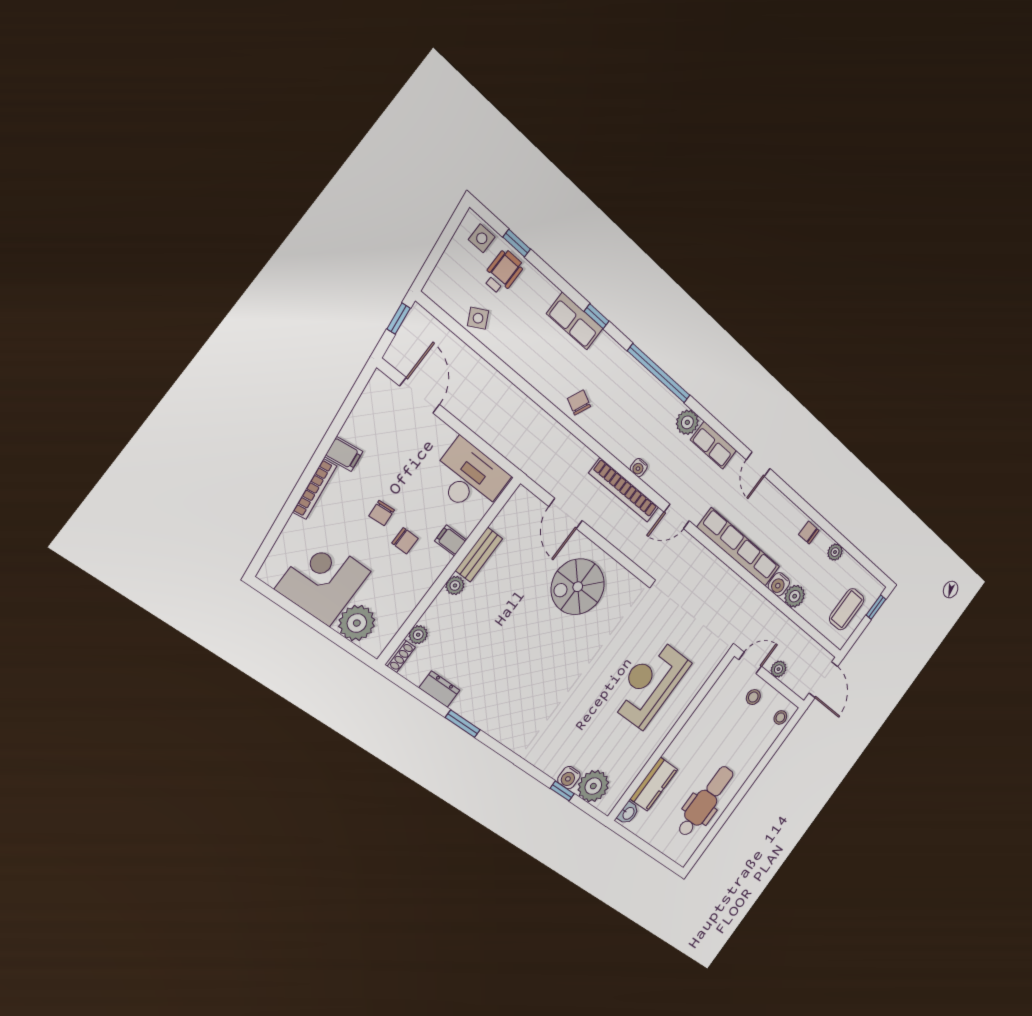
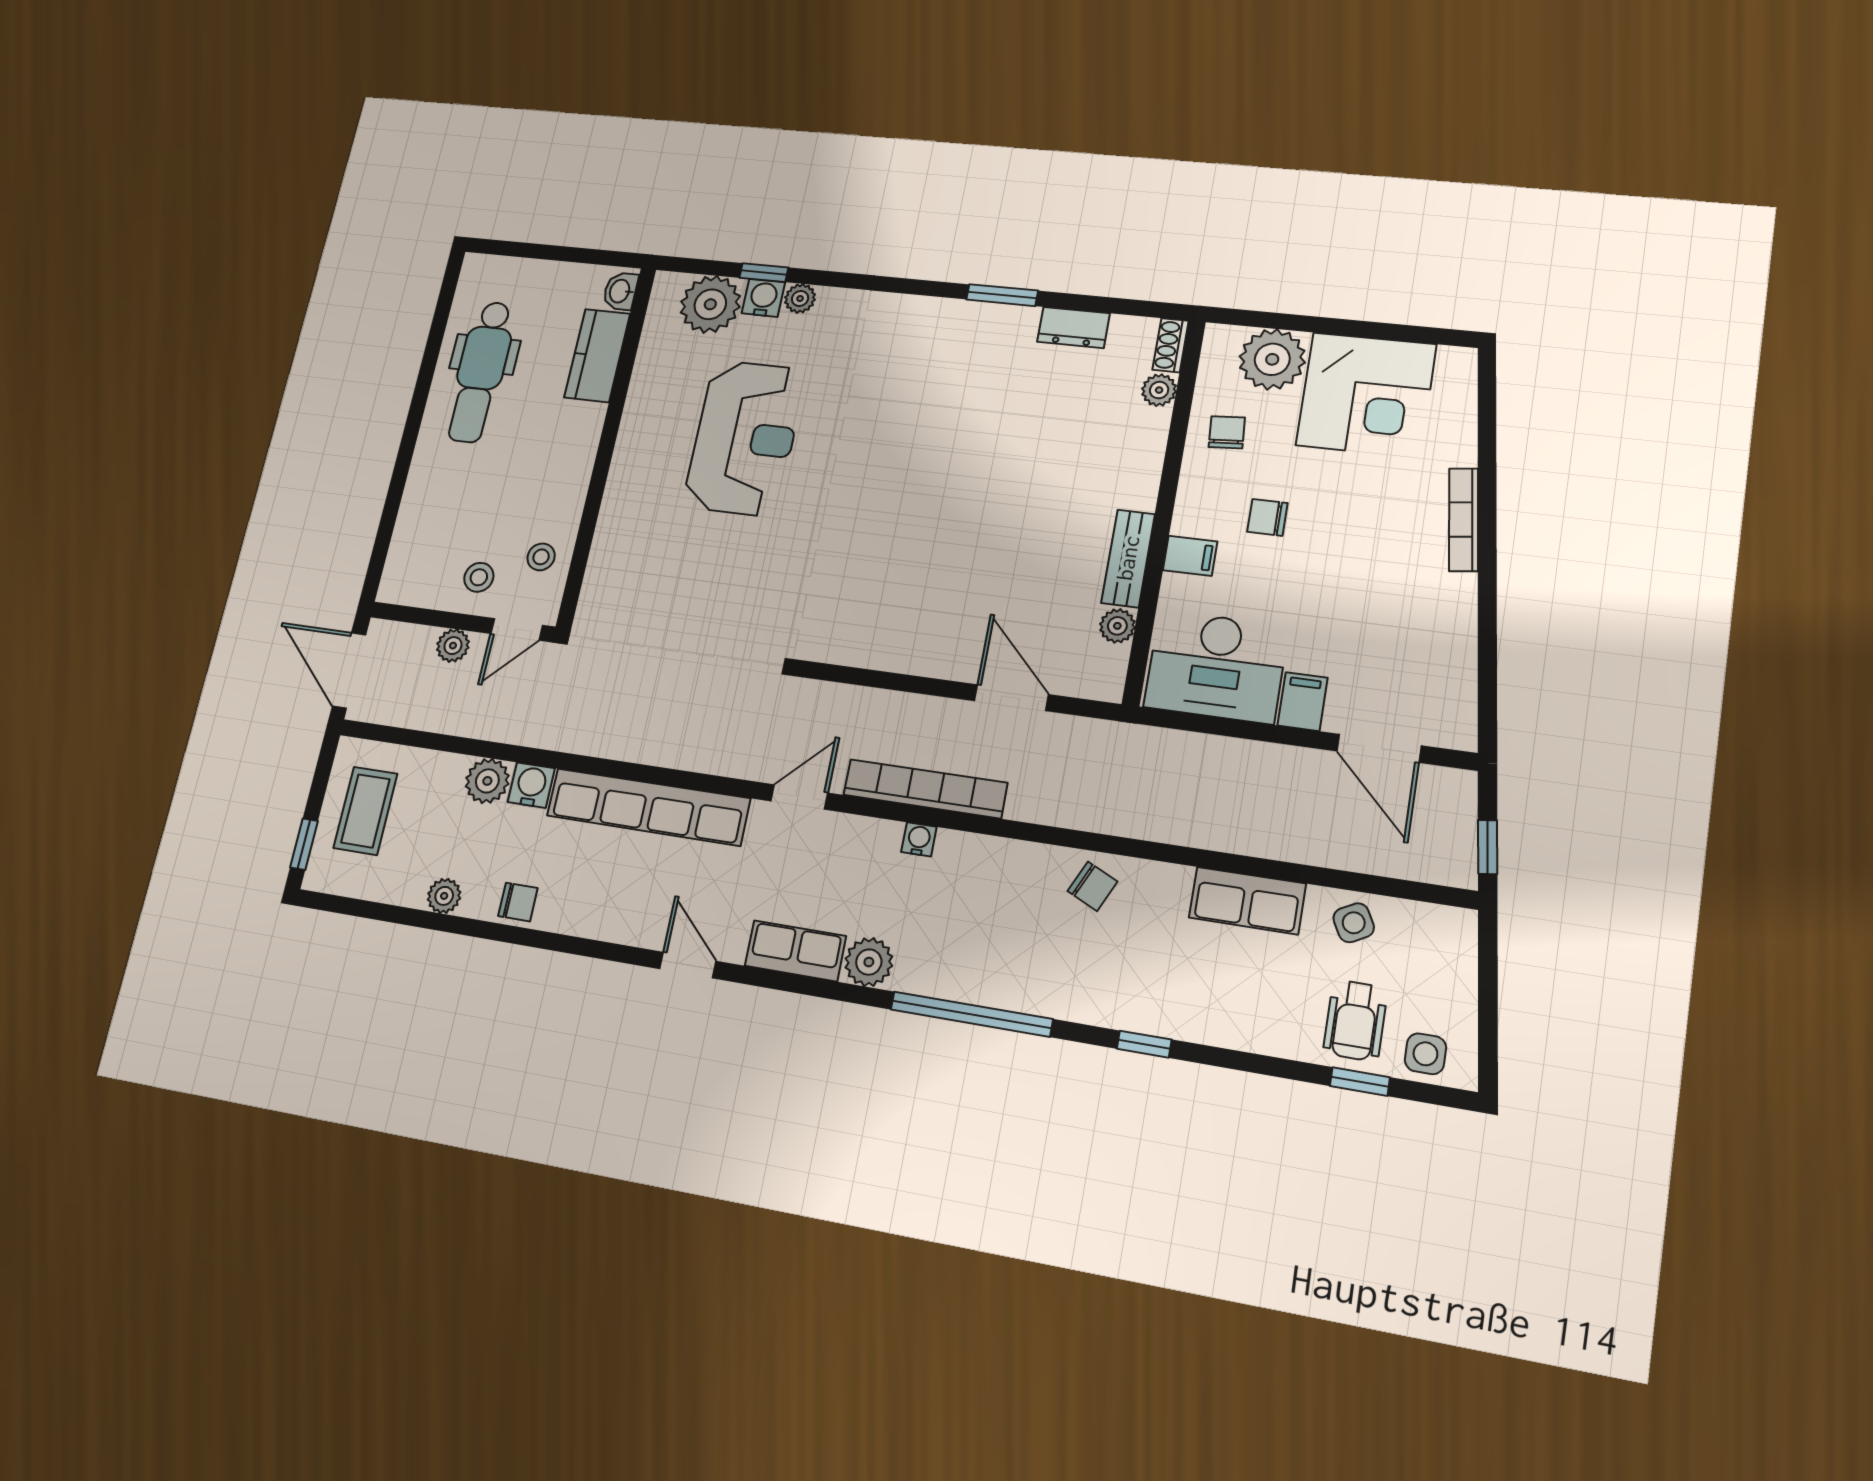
row of seats: (575, 321) -> (1247, 901), moved, turned 180
filing cabinet: (344, 454) -> (1303, 702), moved, turned 97
chair: (382, 513) -> (1227, 432), moved
plant: (455, 585) -> (1117, 626), moved
spiral stairs: (578, 587) -> (921, 595), removed
reception desk: (650, 684) -> (745, 438), moved
stool: (780, 717) -> (541, 557), moved
plant: (553, 769) -> (800, 298), added

